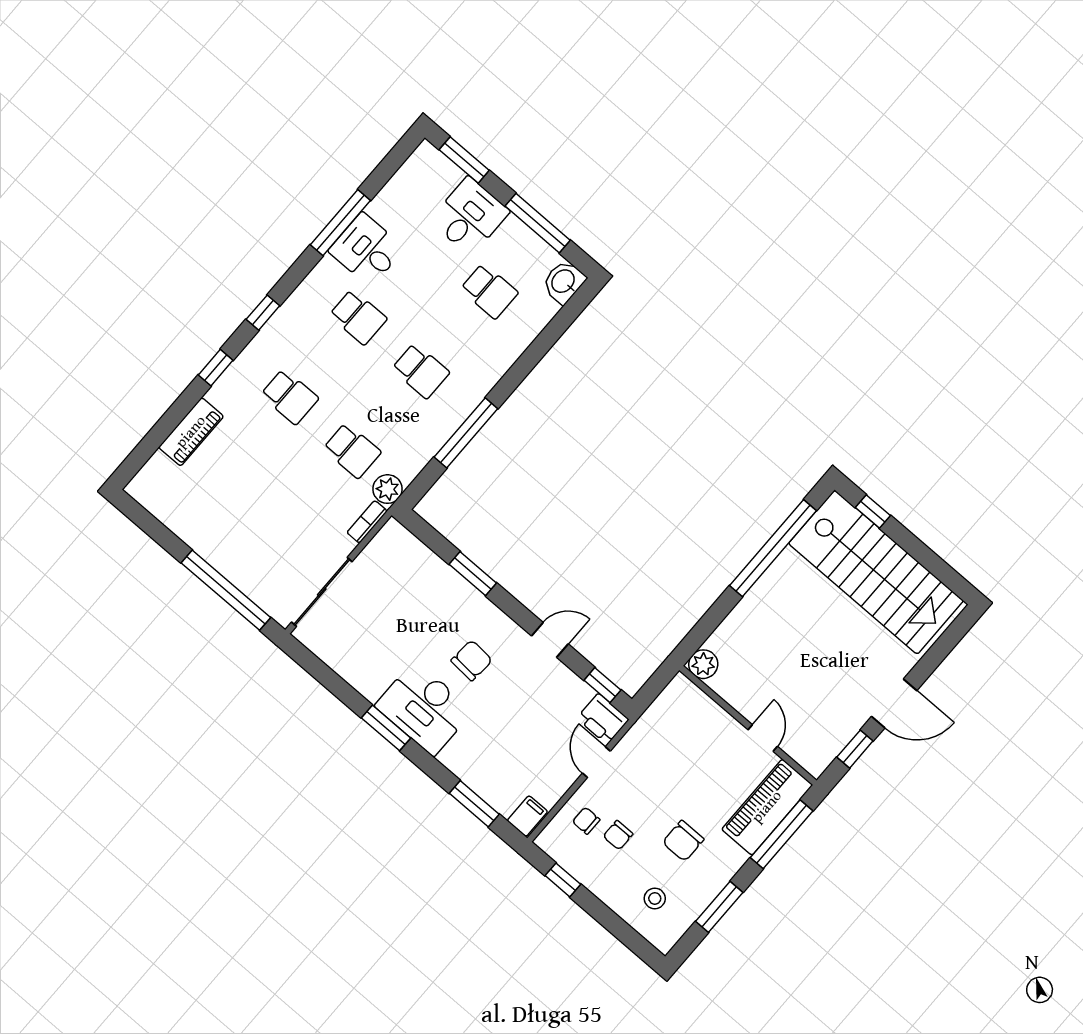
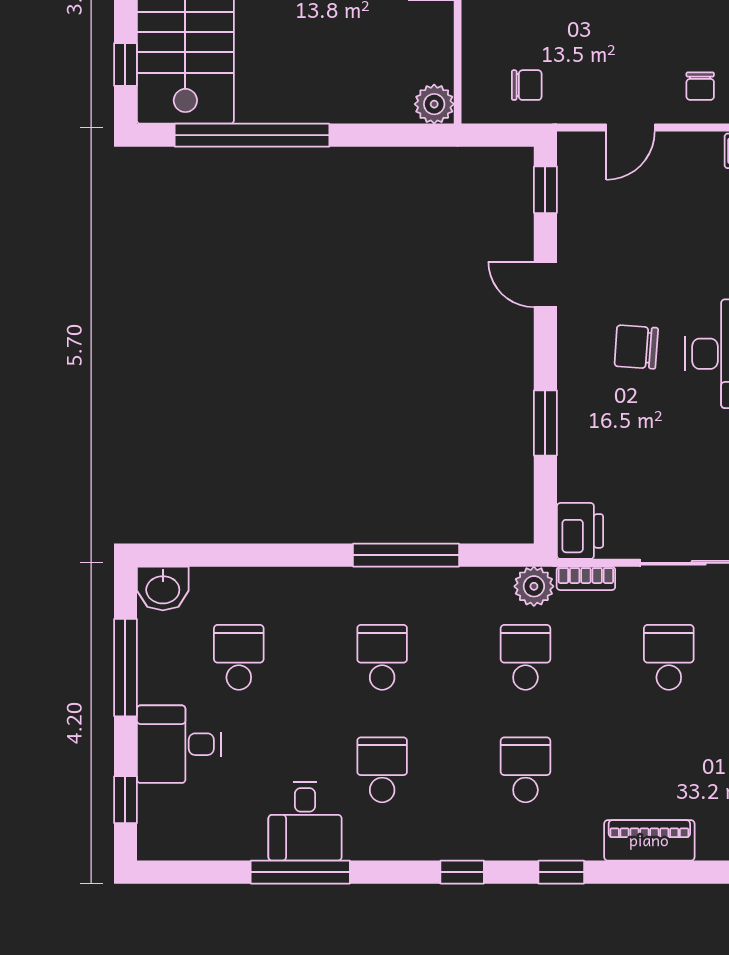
window: (464, 160) -> (125, 800), width x0.67
school desk: (284, 530) -> (669, 657), added
printer: (603, 719) -> (580, 531), moved
chair: (618, 835) -> (527, 85), moved

